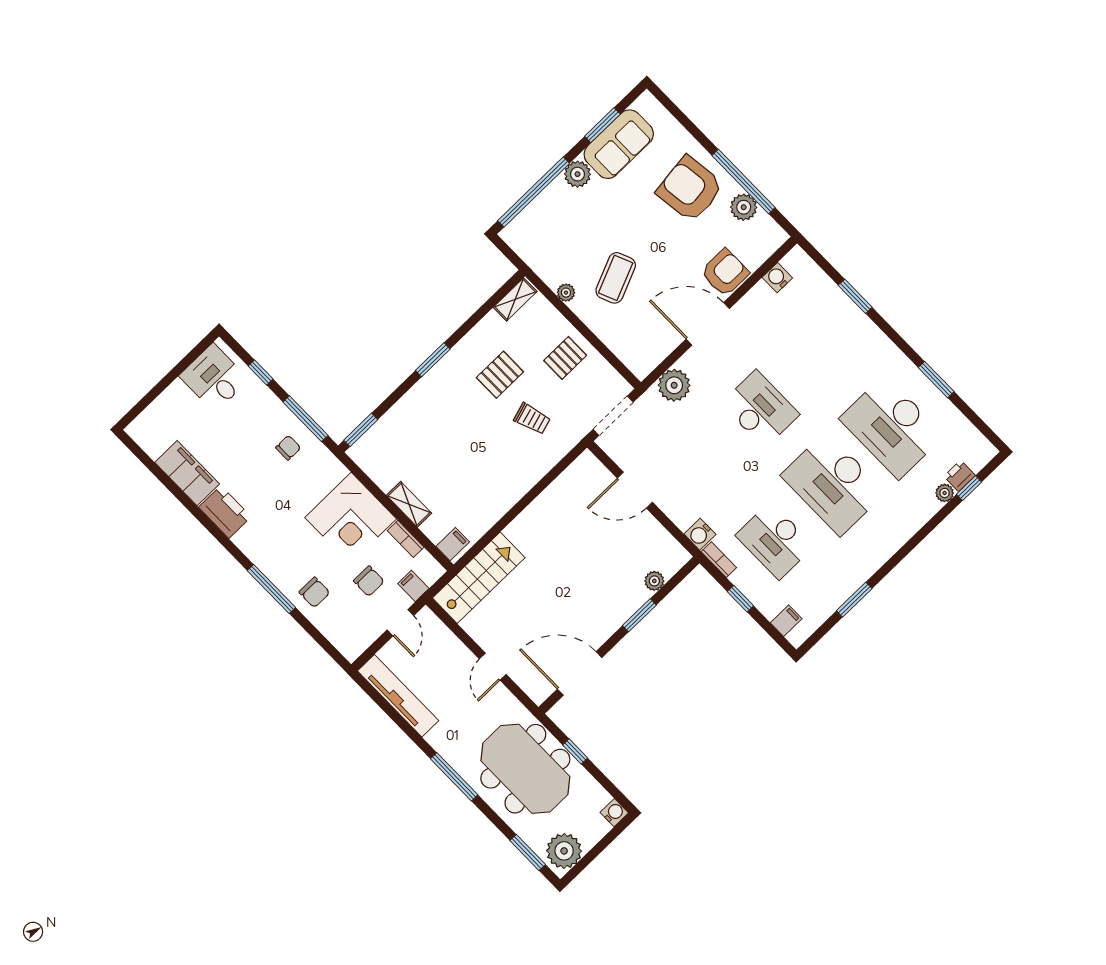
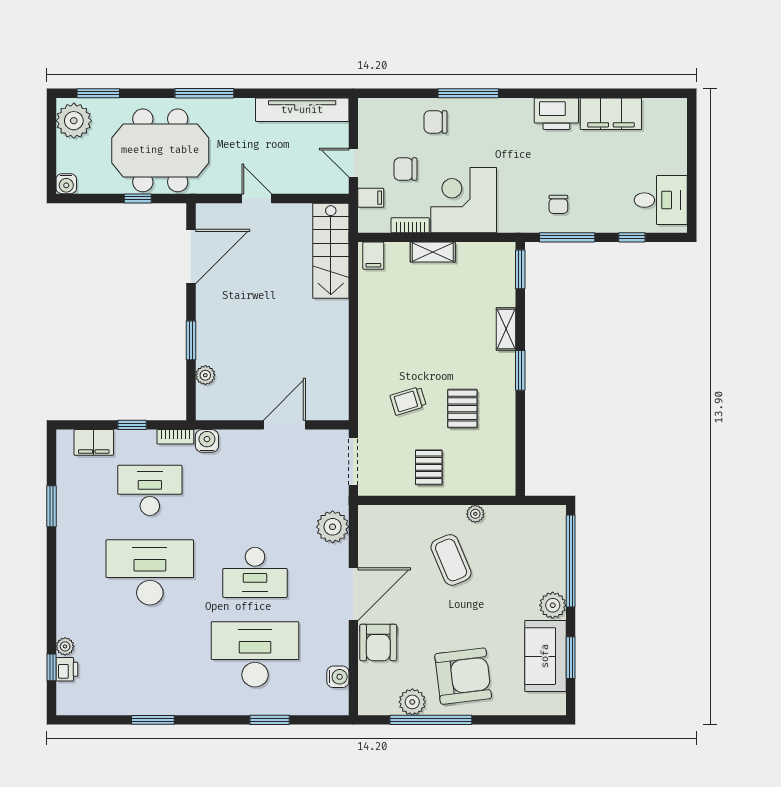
shelving: (515, 299) -> (506, 329), moved
desk: (892, 427) -> (255, 654), moved
filing cabinet: (786, 621) -> (94, 442), width x2.00

